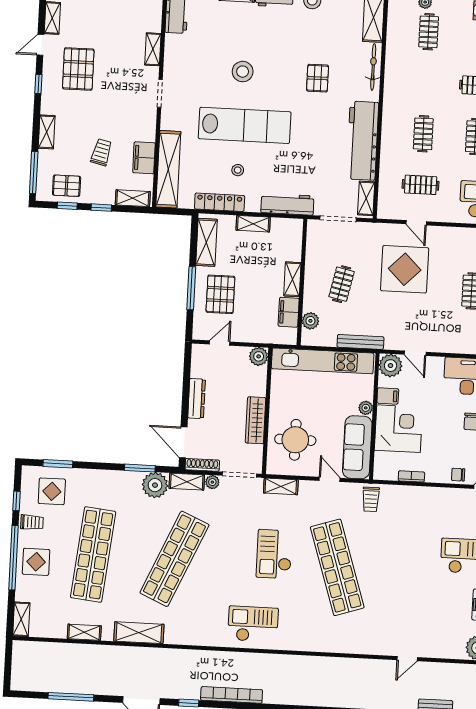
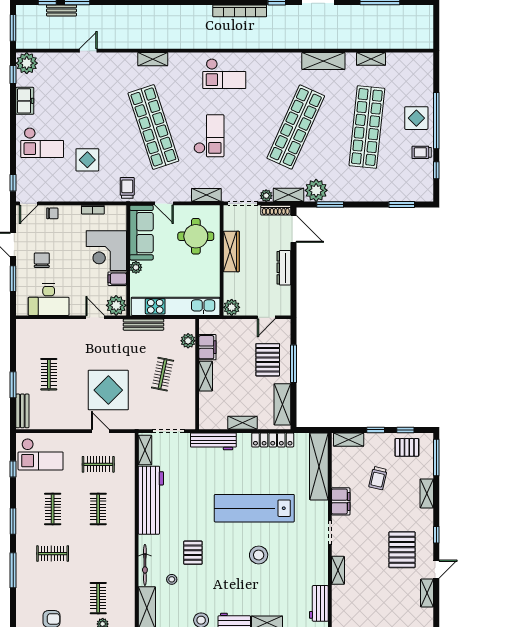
filing cabinet: (144, 158) -> (341, 501), moved
stool: (238, 170) -> (172, 579), moved
display table: (52, 491) -> (87, 160), moved
shelving: (21, 619) -> (153, 59), moved, turned 90

